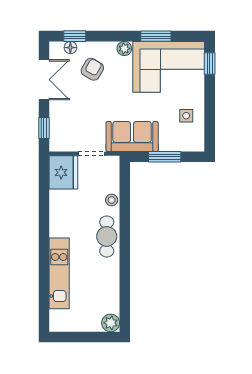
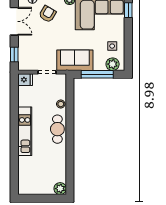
plant: (187, 142) -> (113, 64), added
window: (165, 157) -> (97, 74), width x1.44
fridge: (63, 172) -> (25, 80), width x0.53, depth x0.75
kitchen unit: (59, 273) -> (25, 131), moved

